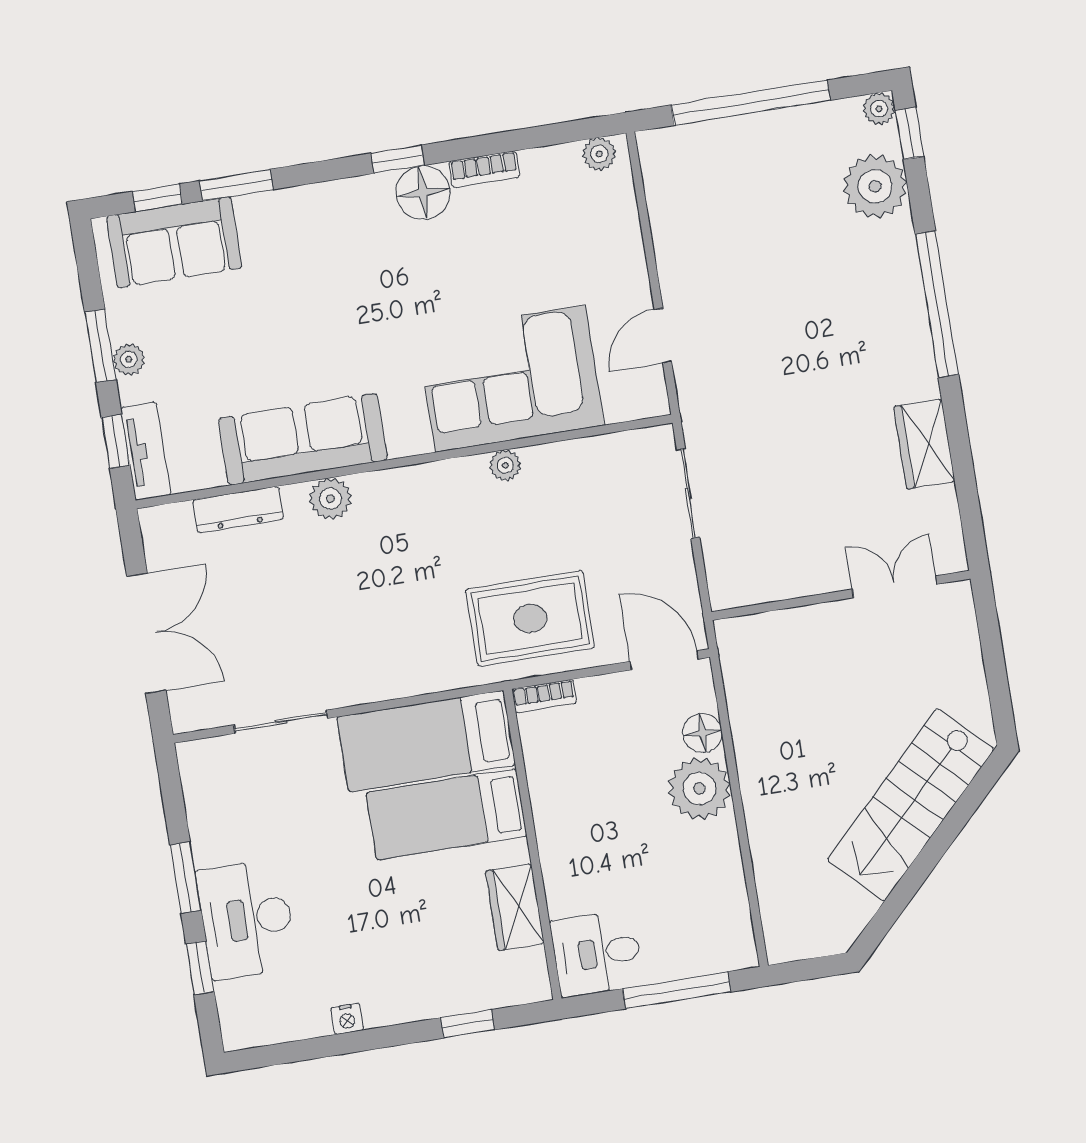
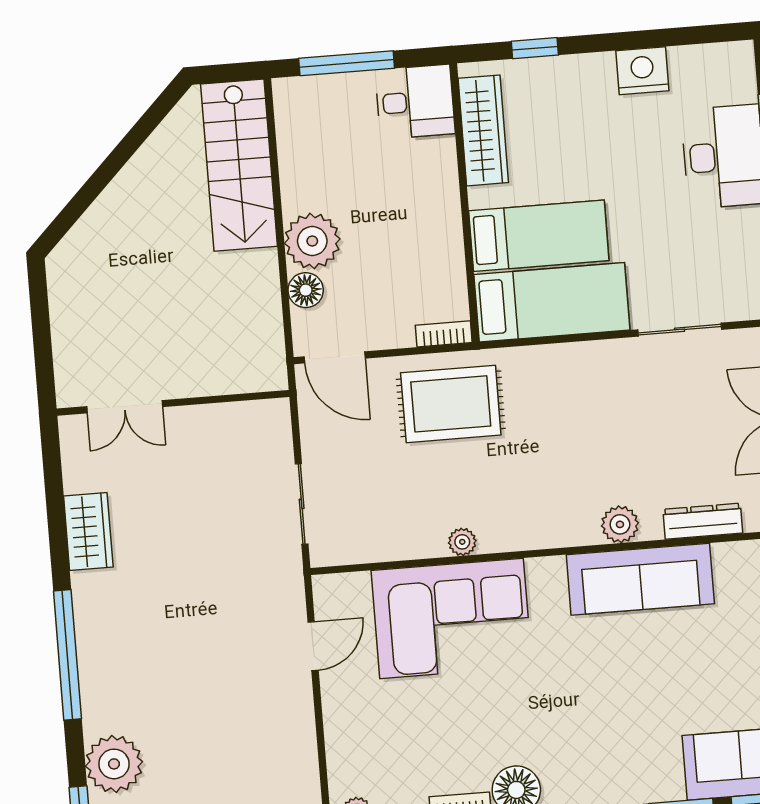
stairs: (911, 805) -> (239, 165), moved, turned 135
wardrobe: (515, 907) -> (483, 130), width x1.50
nightstand: (347, 1019) -> (642, 71), width x1.89, depth x1.79

